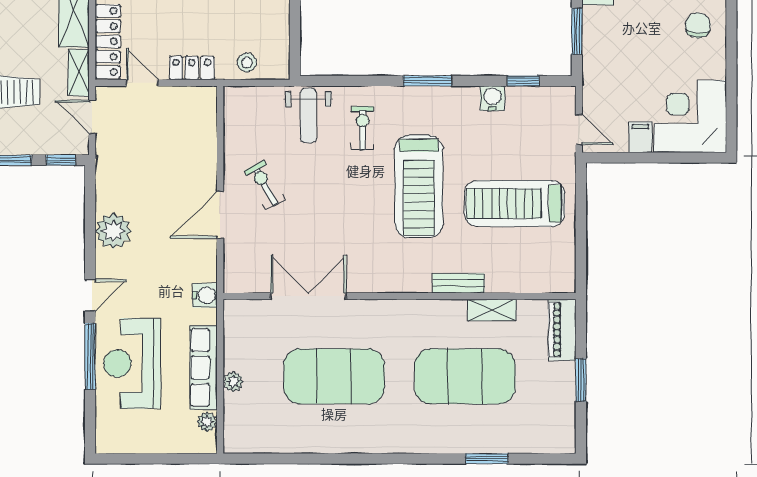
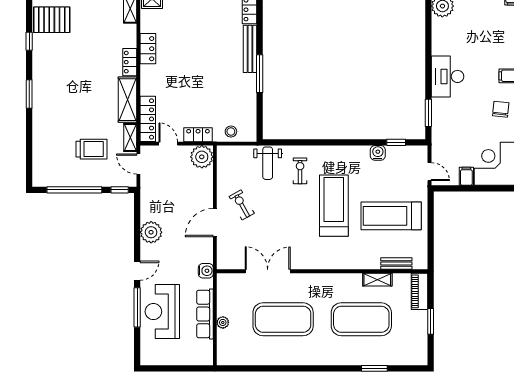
window: (428, 81) -> (339, 142), removed
treadmill: (419, 186) -> (334, 206), turned 180
bench: (458, 283) -> (396, 264), moved
plant: (207, 422) -> (202, 157), moved, width x1.88, depth x1.88

